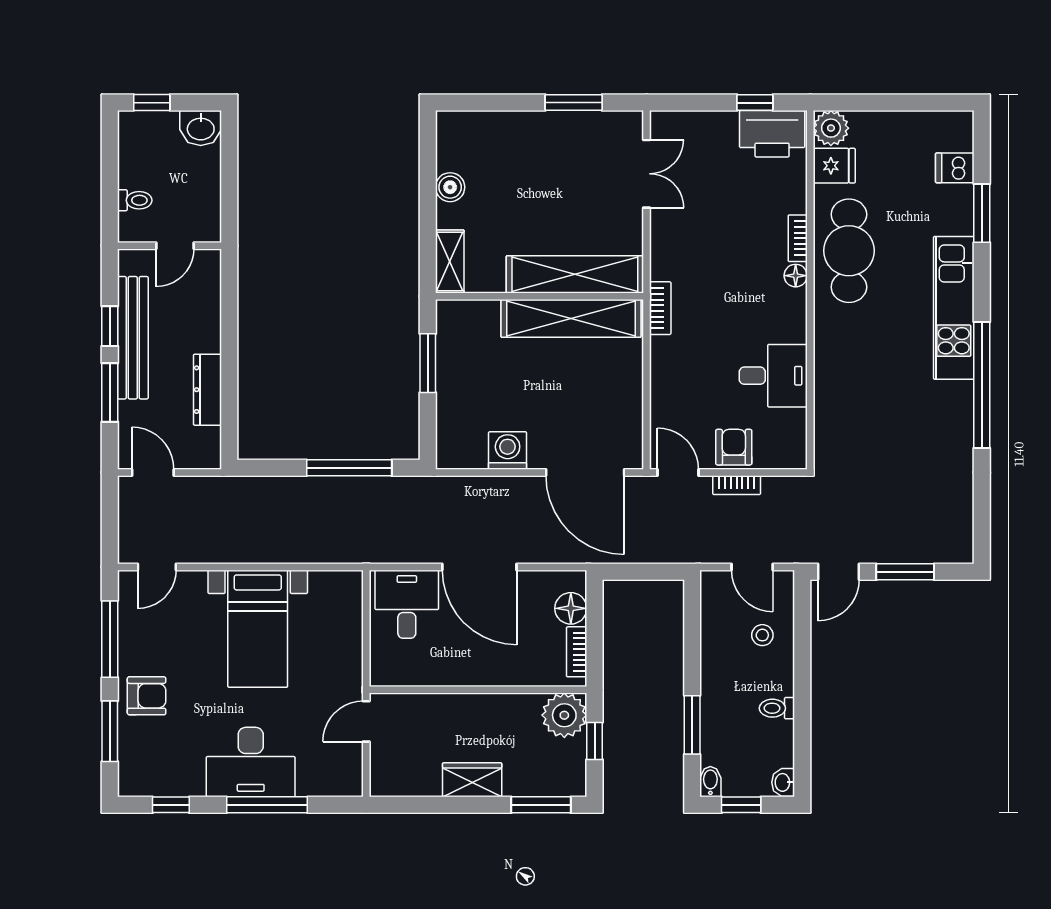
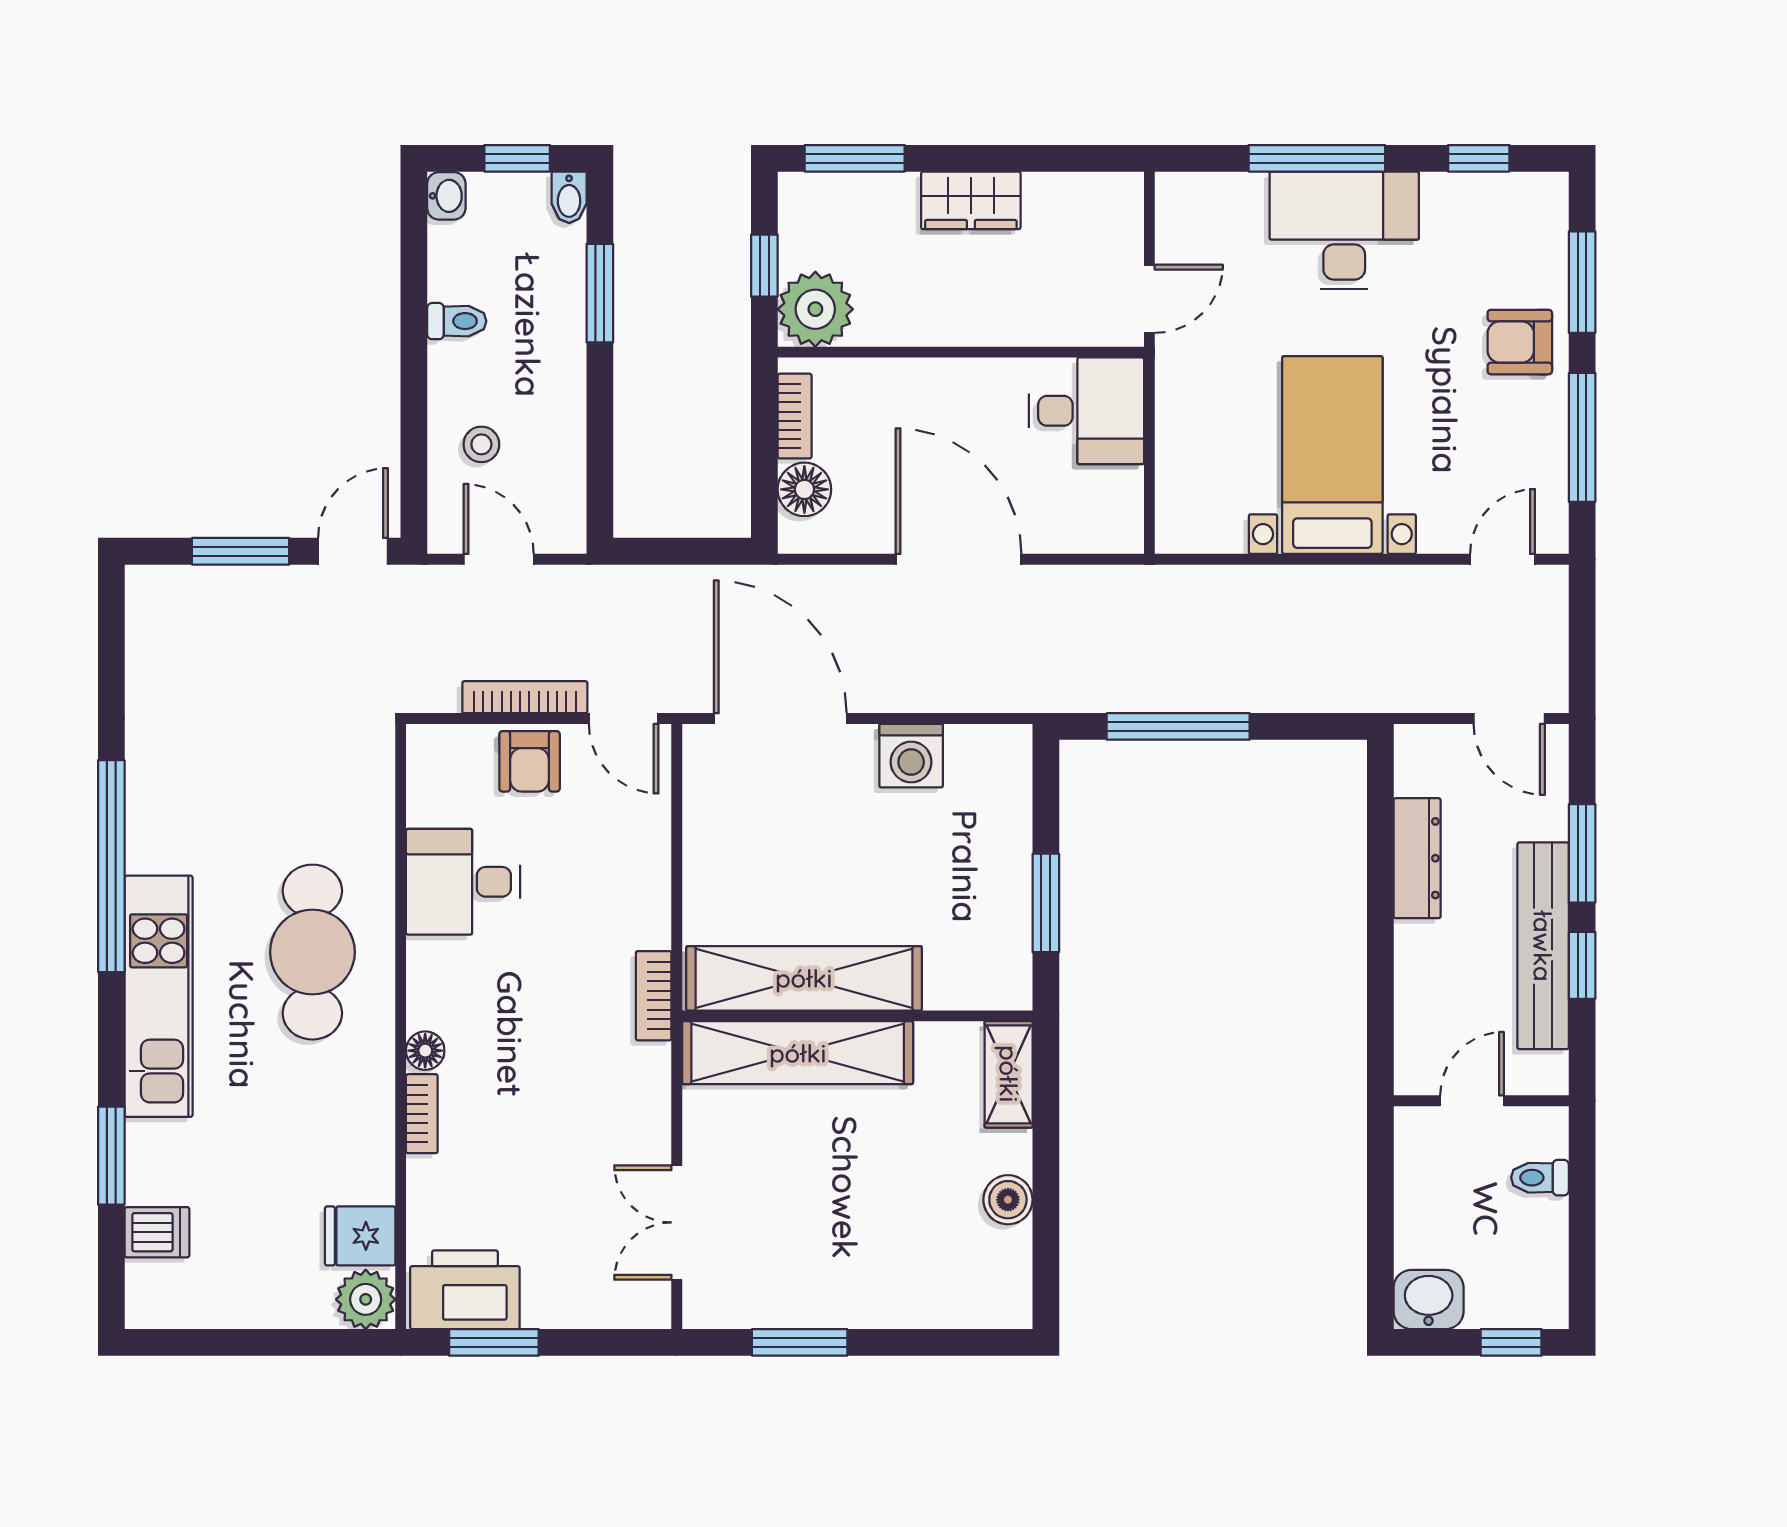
window: (755, 103) -> (494, 1342), width x1.50
cafe table: (849, 251) -> (312, 952), moved
bookcase: (737, 485) -> (525, 697), width x1.56
desk: (407, 604) -> (1086, 411), moved, turned -90

